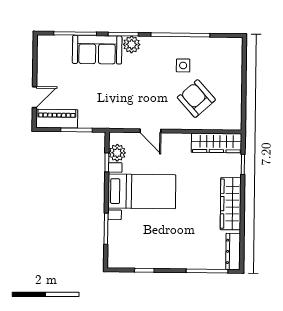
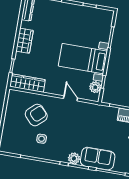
armchair: (196, 99) -> (36, 115), turned -91
wardrobe: (231, 204) -> (24, 41), width x0.67

